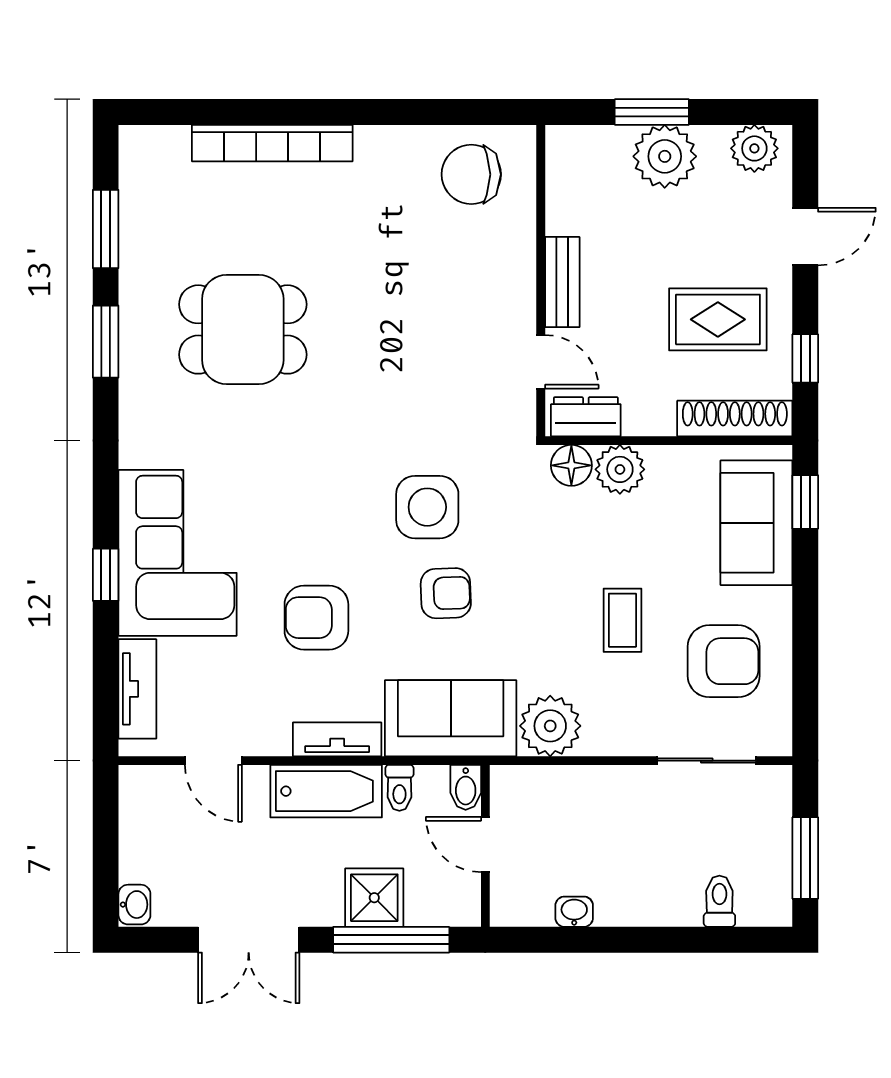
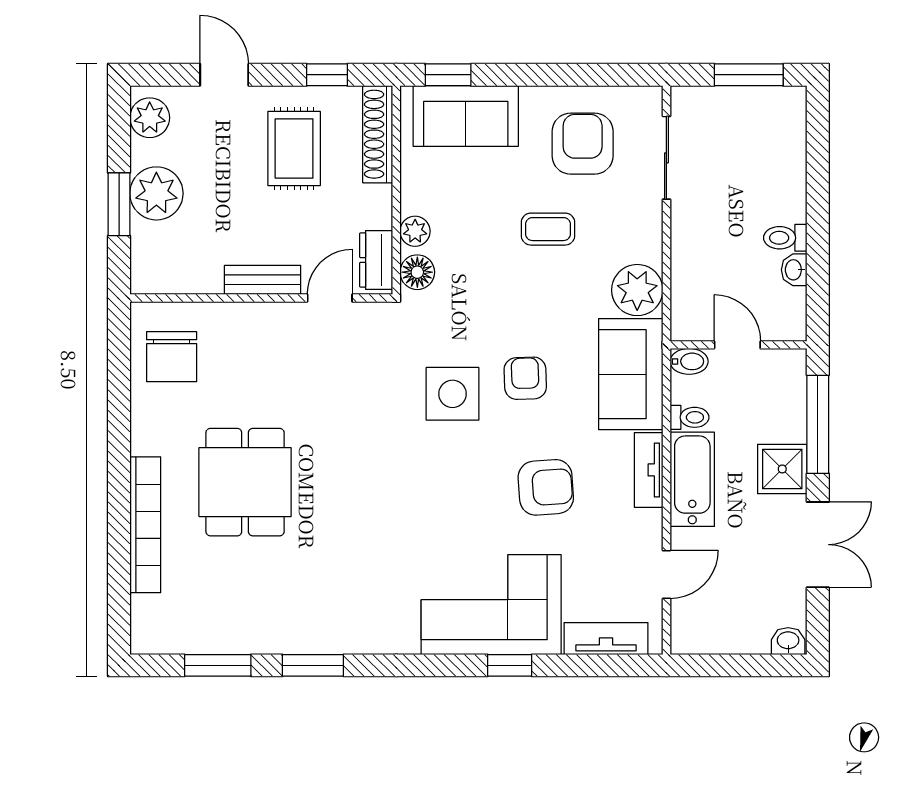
dining table: (243, 329) -> (245, 482), moved
plant: (620, 469) -> (415, 231), width x0.73, depth x0.73
armchair: (316, 618) -> (546, 487), turned -94
door: (485, 845) -> (737, 345), swing flipped
shower: (374, 898) -> (782, 469), moved
toilet: (719, 901) -> (785, 238), moved

